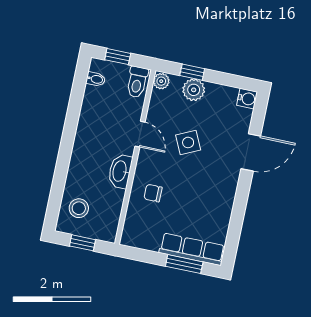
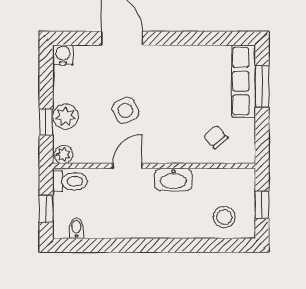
chair: (153, 193) -> (216, 137), moved, turned 138

